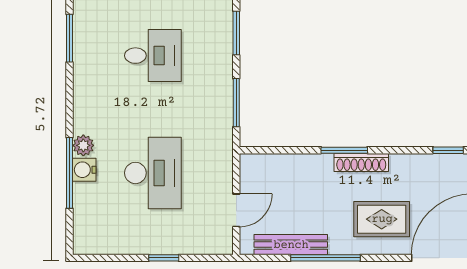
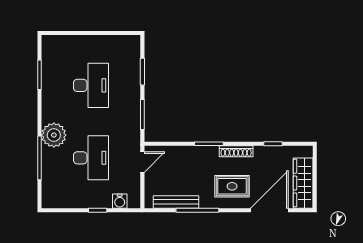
desk: (153, 56) -> (91, 85), width x1.37
plant: (83, 145) -> (54, 135), width x1.88, depth x1.88
shoe rack: (361, 162) -> (236, 151), moved
water cooler: (84, 170) -> (120, 201), moved, turned -90
door: (236, 210) -> (142, 162), moved

